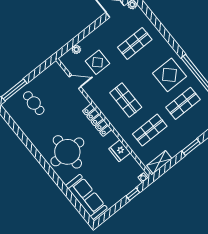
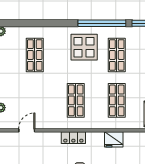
display table: (98, 62) -> (26, 99), removed
shop shelf: (126, 100) -> (76, 100), turned 90
locker: (97, 120) -> (73, 138), width x0.66

